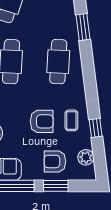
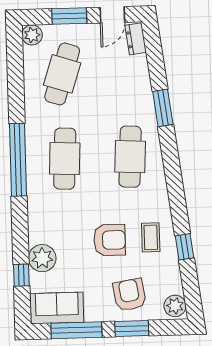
plant: (86, 157) -> (175, 306), moved
armchair: (55, 161) -> (130, 295), turned 81

